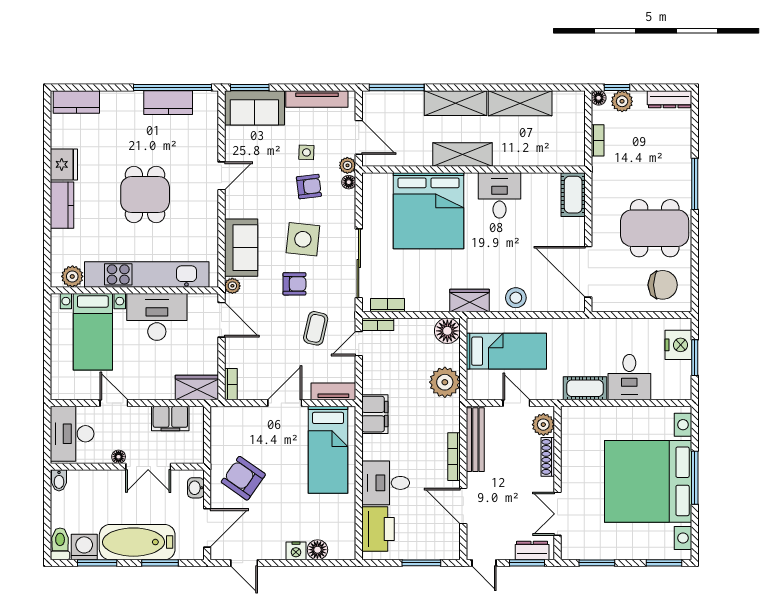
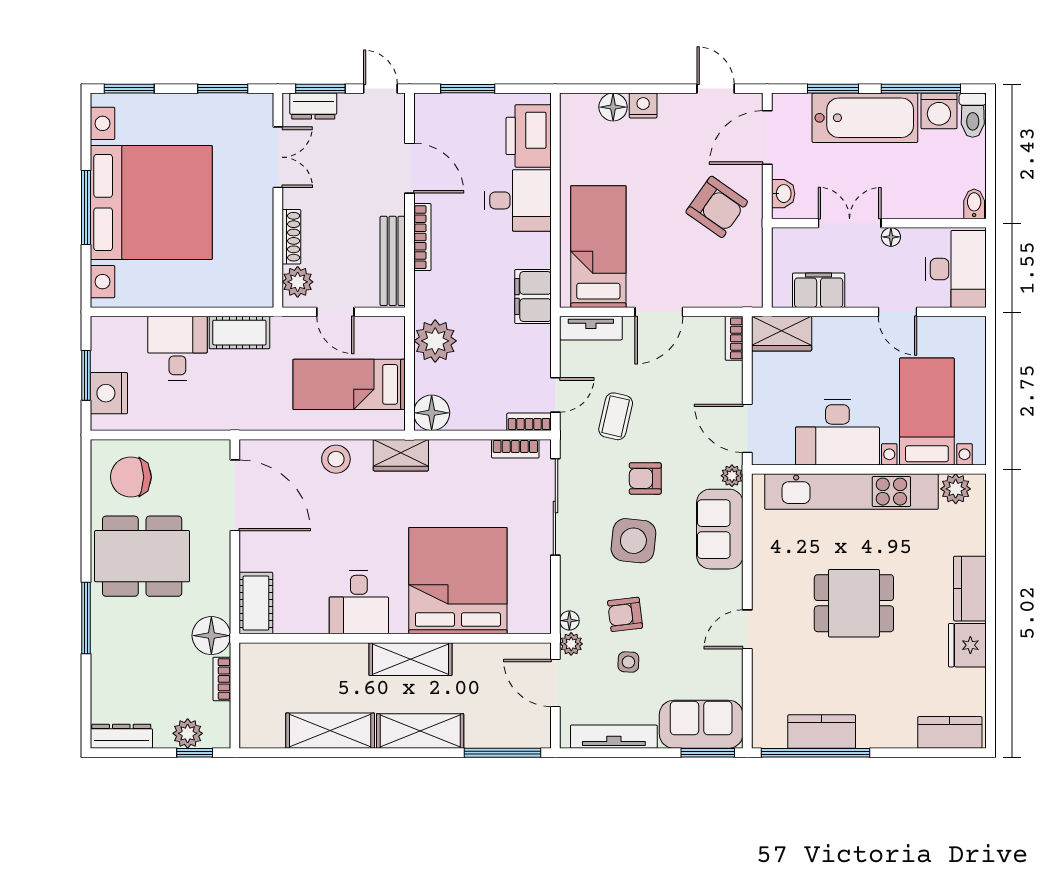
floor lamp: (599, 98) -> (211, 636), moved, width x1.89, depth x1.89
dining table: (145, 195) -> (854, 603), turned 90
window: (97, 563) -> (921, 89), width x1.44

